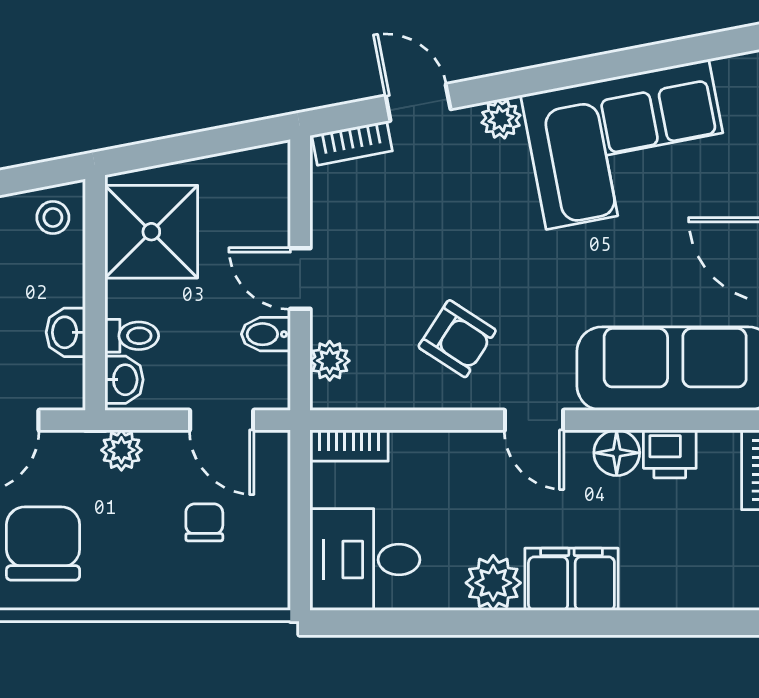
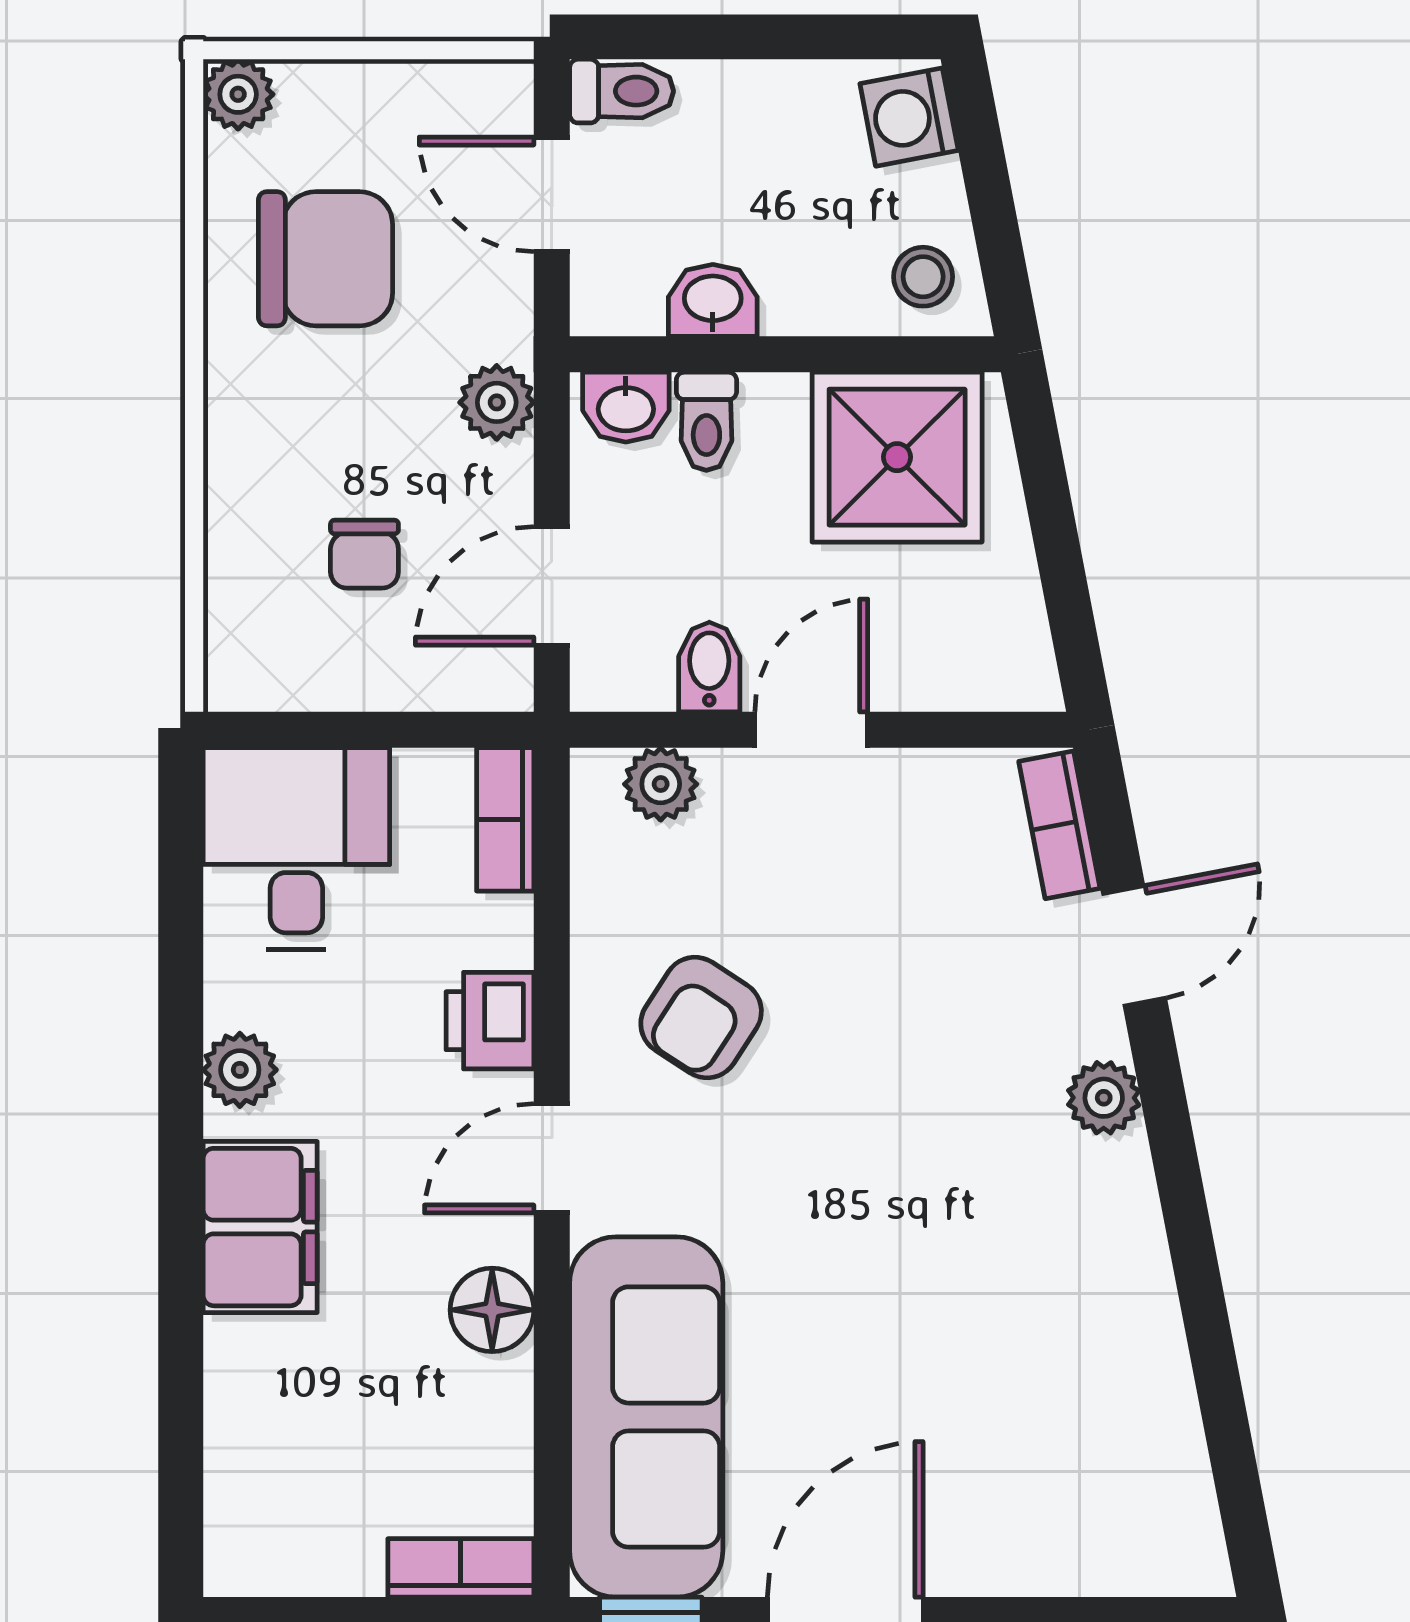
corner sofa: (627, 144) -> (1057, 1330), removed
printer: (670, 454) -> (490, 1021), moved
chair: (204, 522) -> (364, 554), turned 90
plant: (493, 583) -> (240, 1070), width x0.73, depth x0.73

